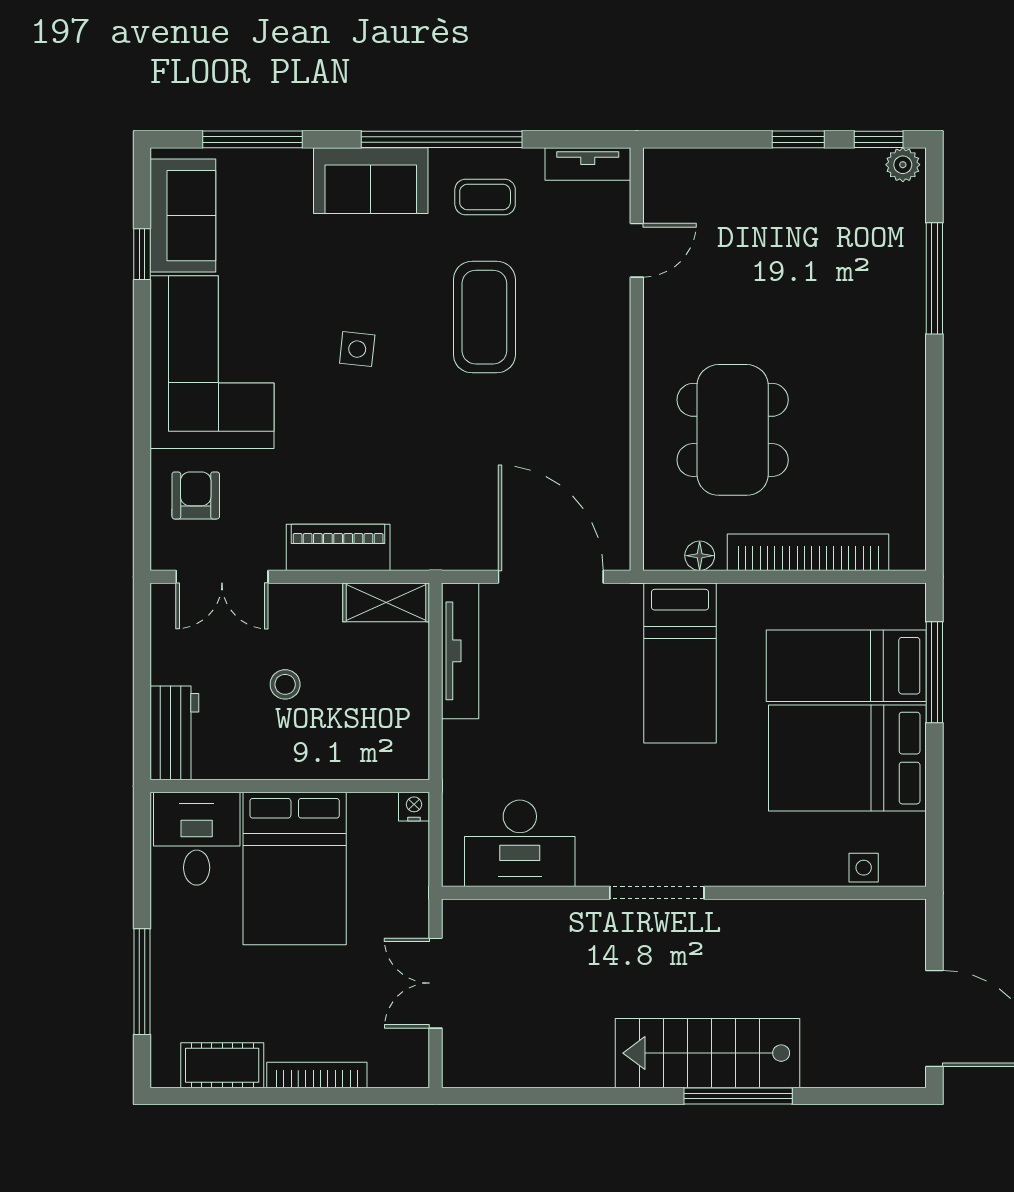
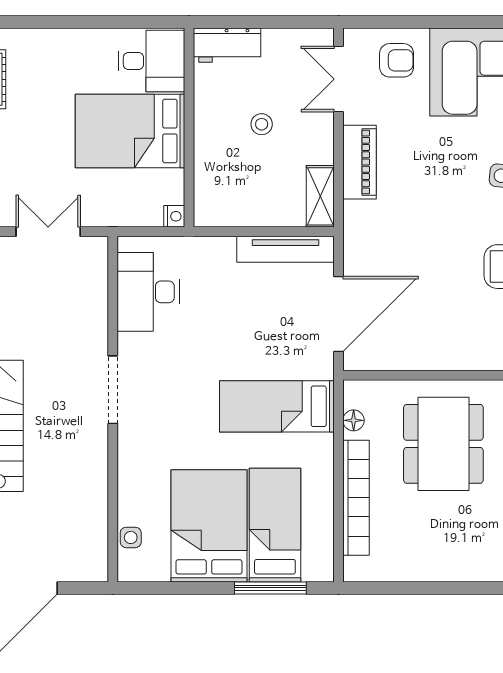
dining table: (733, 430) -> (443, 444), turned 90
window: (142, 982) -> (49, 22), removed

